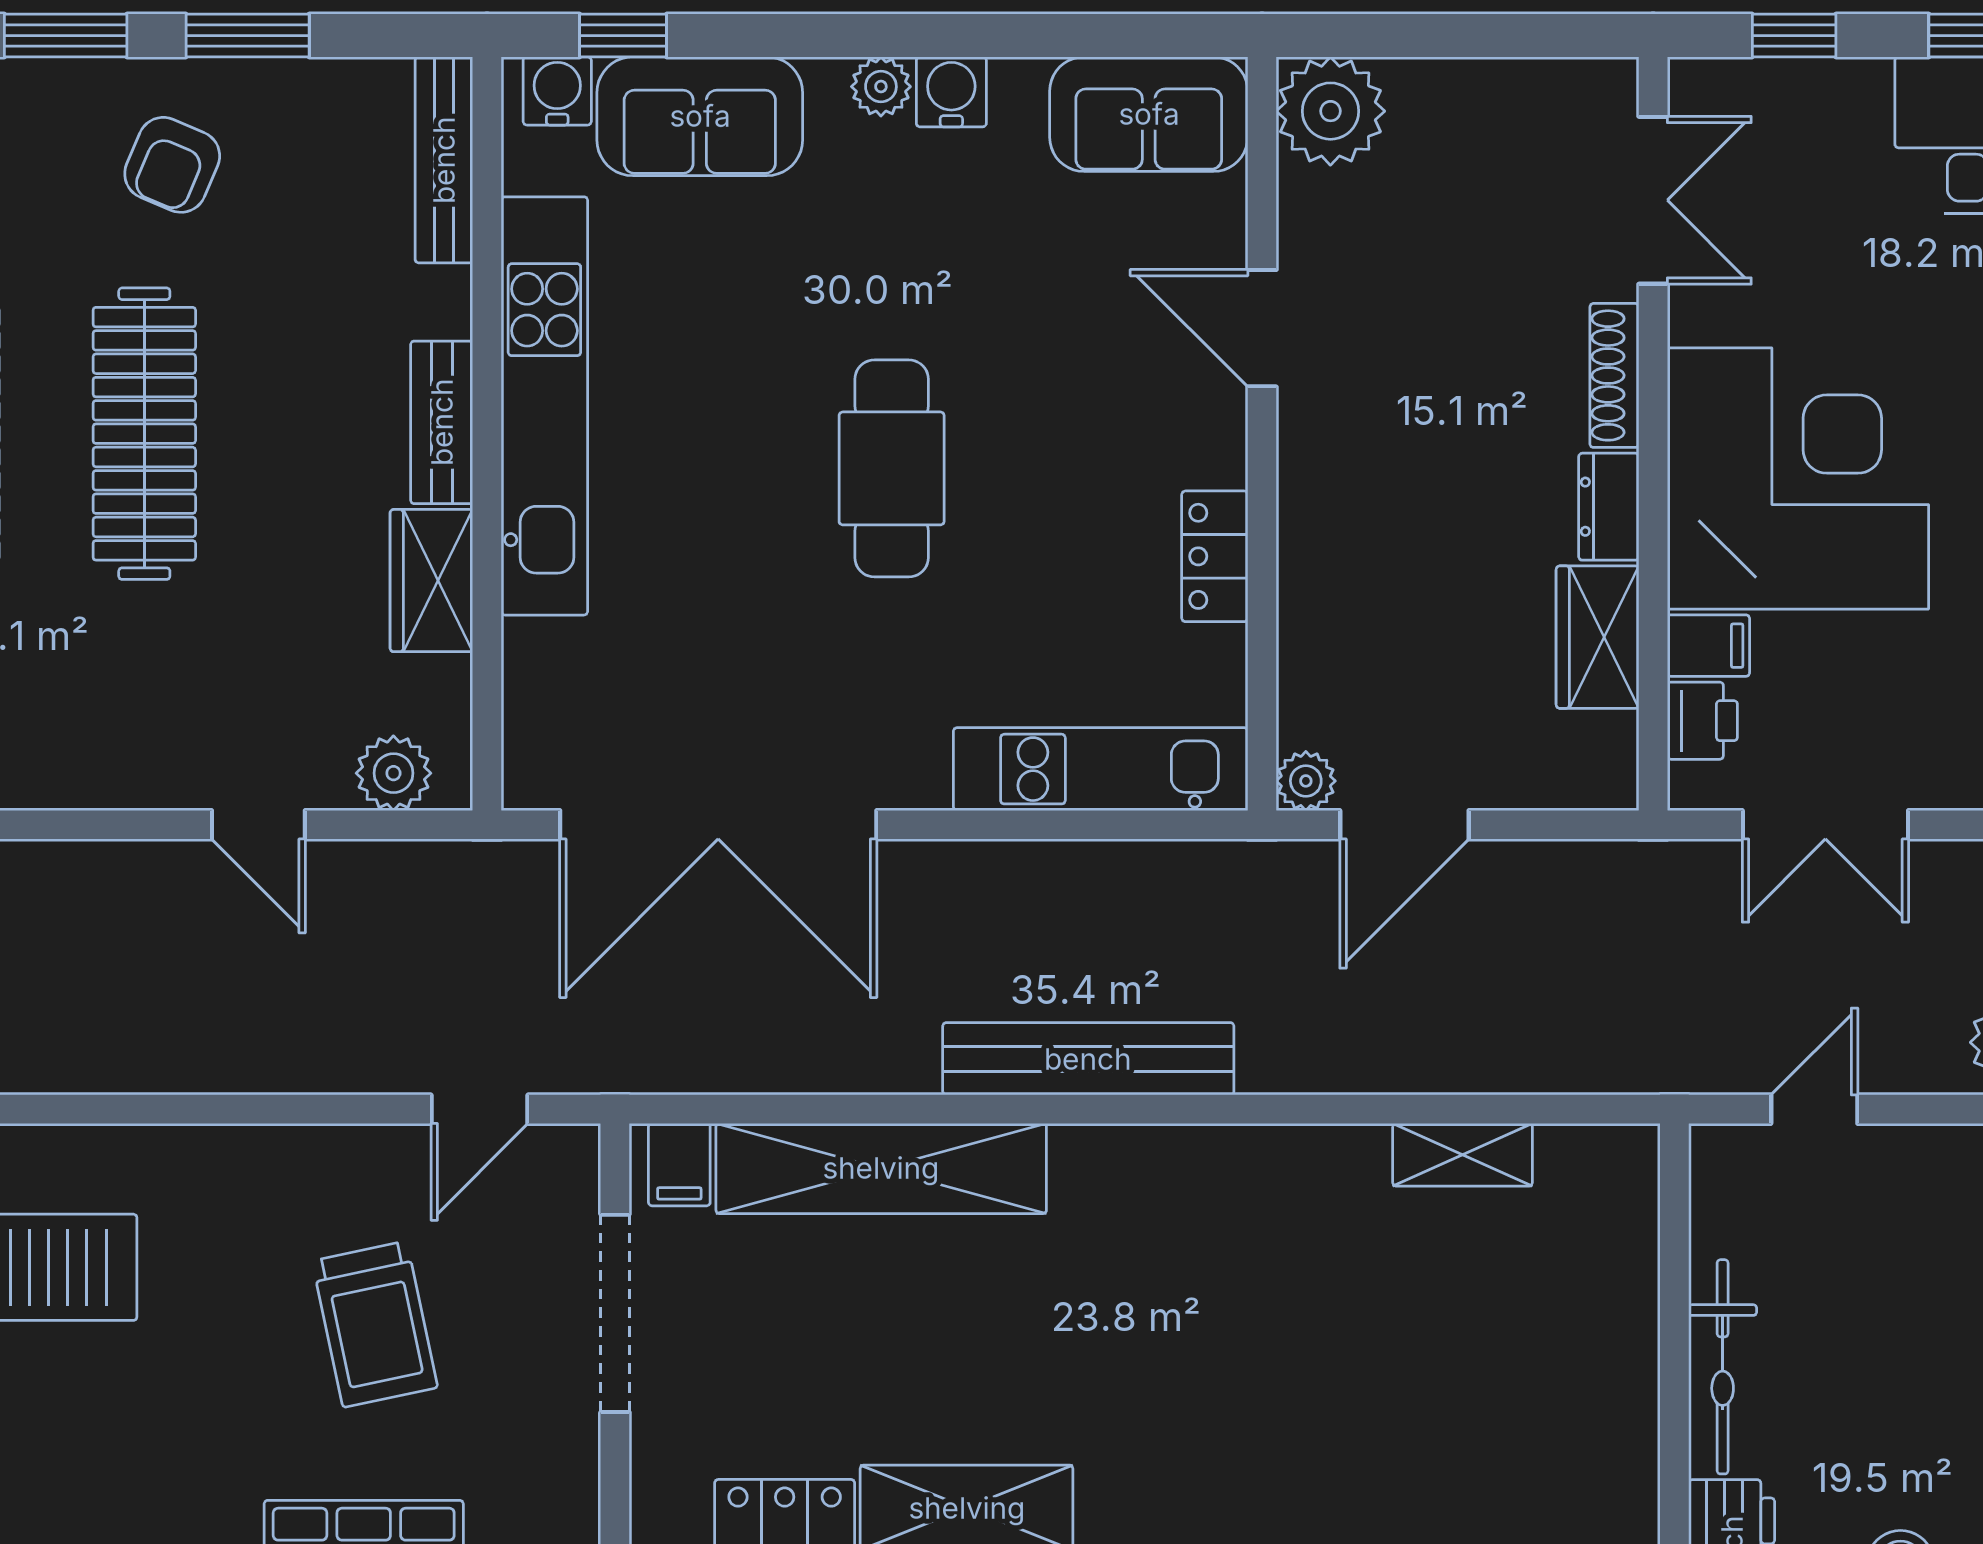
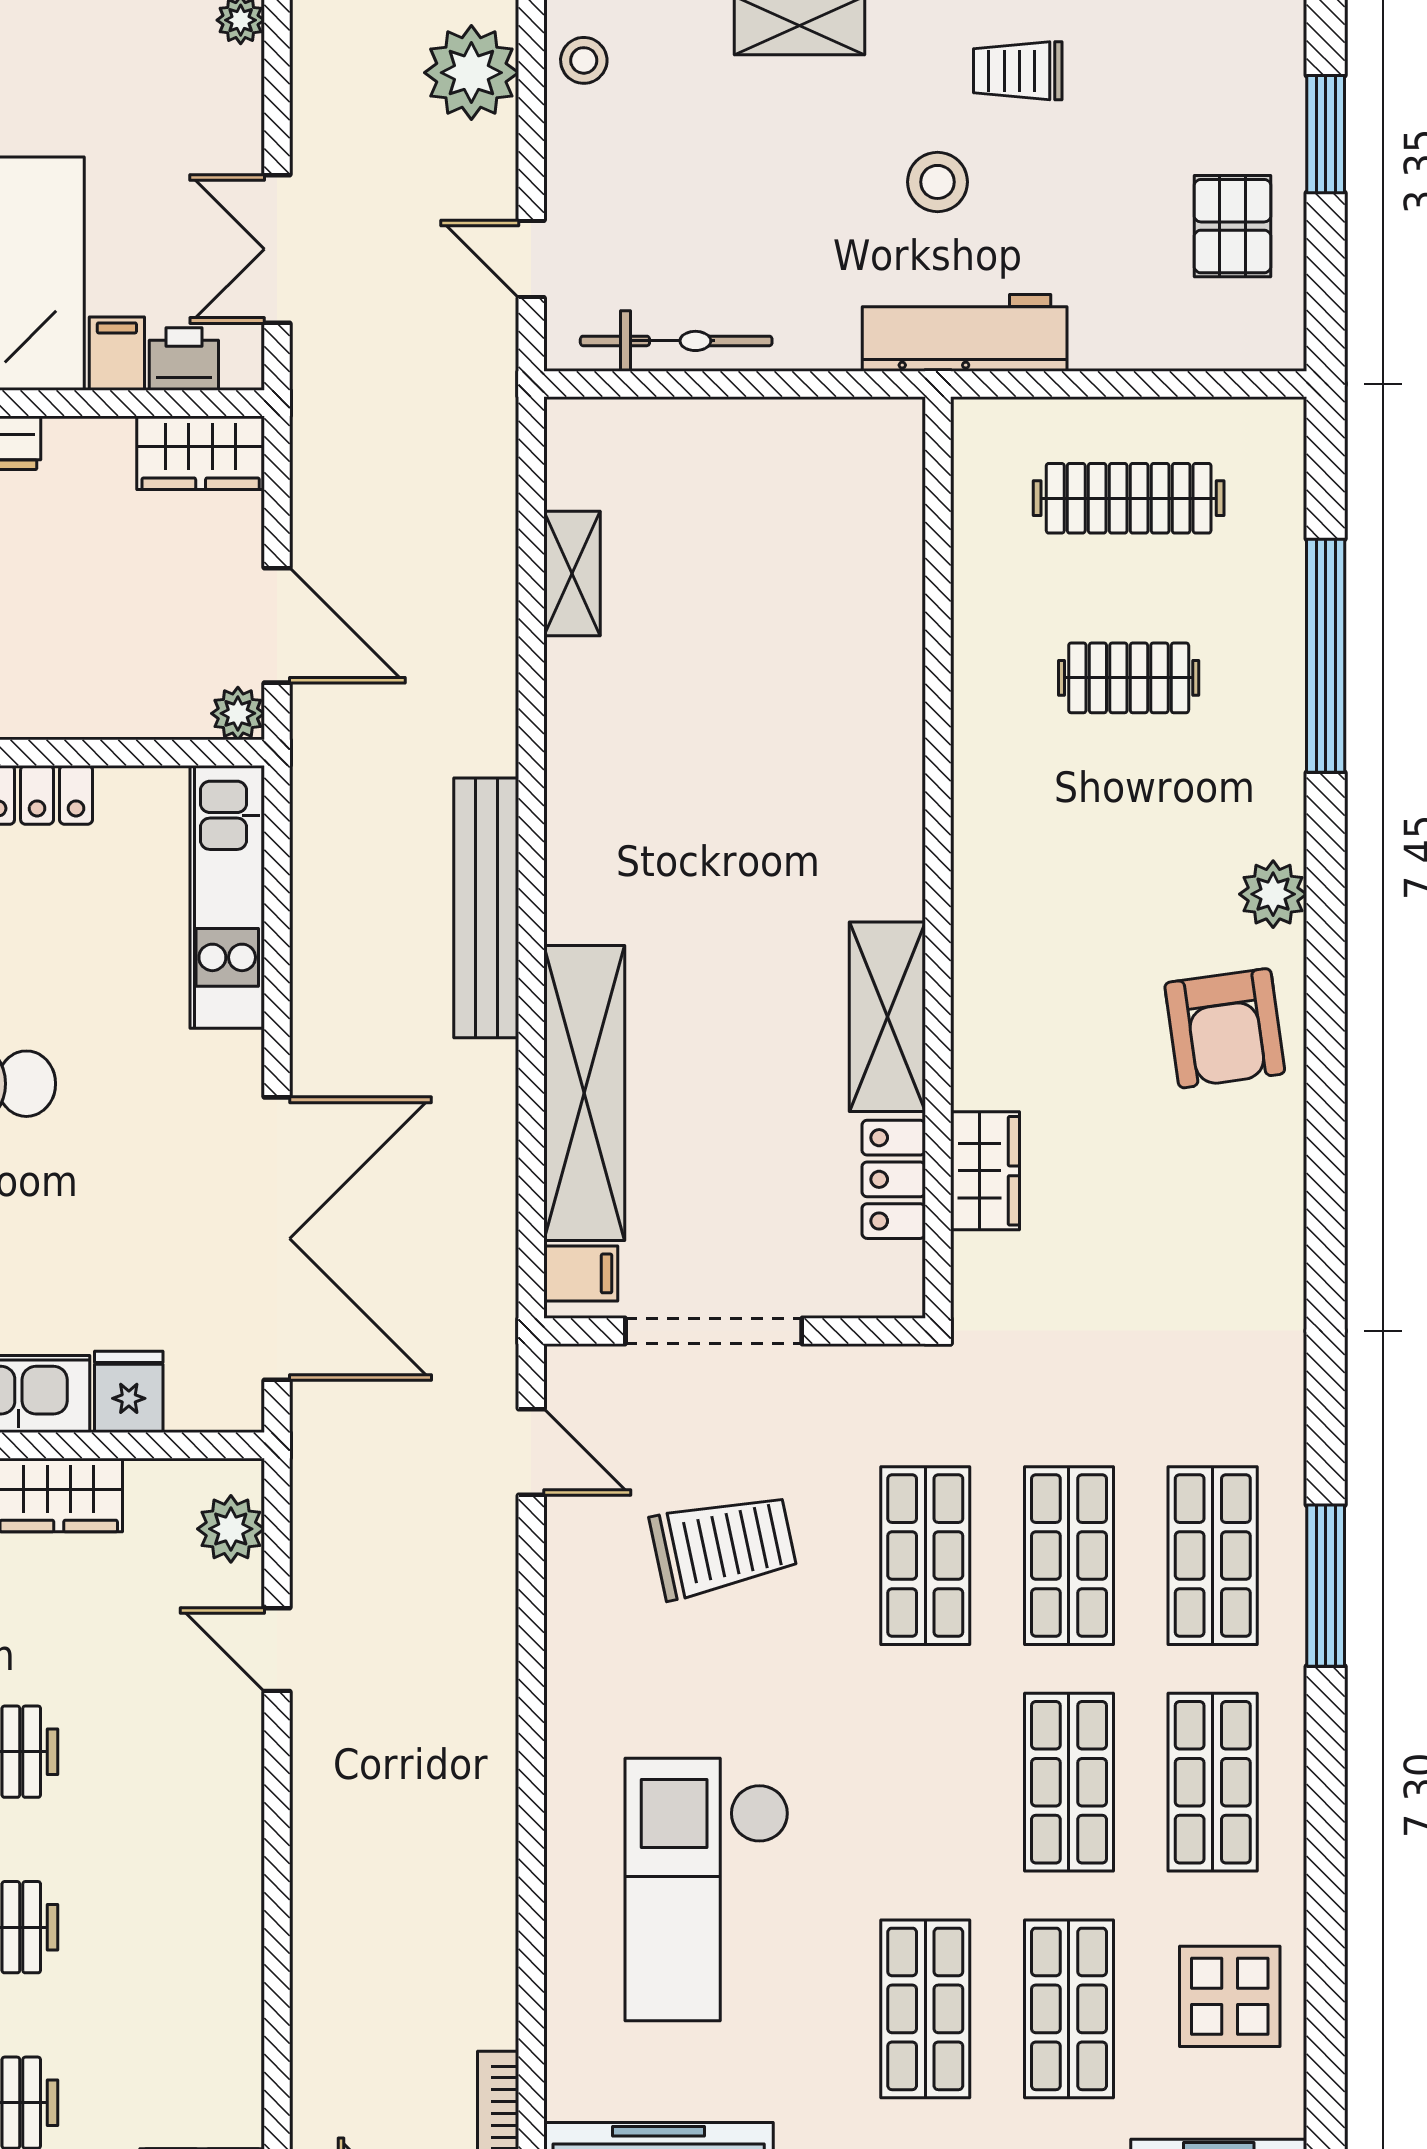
wardrobe: (1598, 637) -> (201, 453), moved
fridge: (547, 659) -> (129, 1392), added
door: (258, 825) -> (277, 1650), swing flipped
double door: (1825, 825) -> (277, 249), swing flipped
bicycle: (1723, 1367) -> (676, 341), moved

